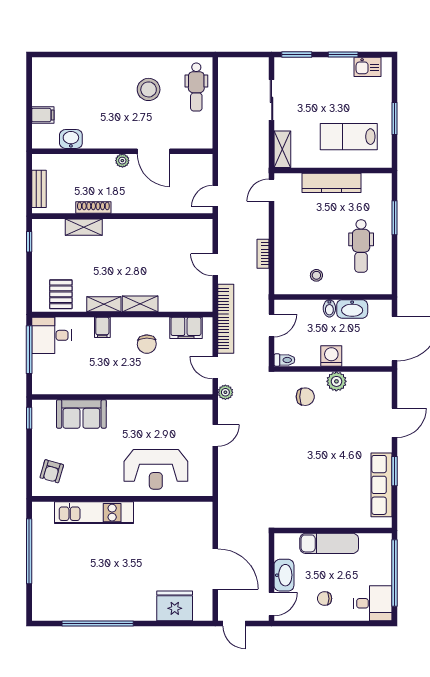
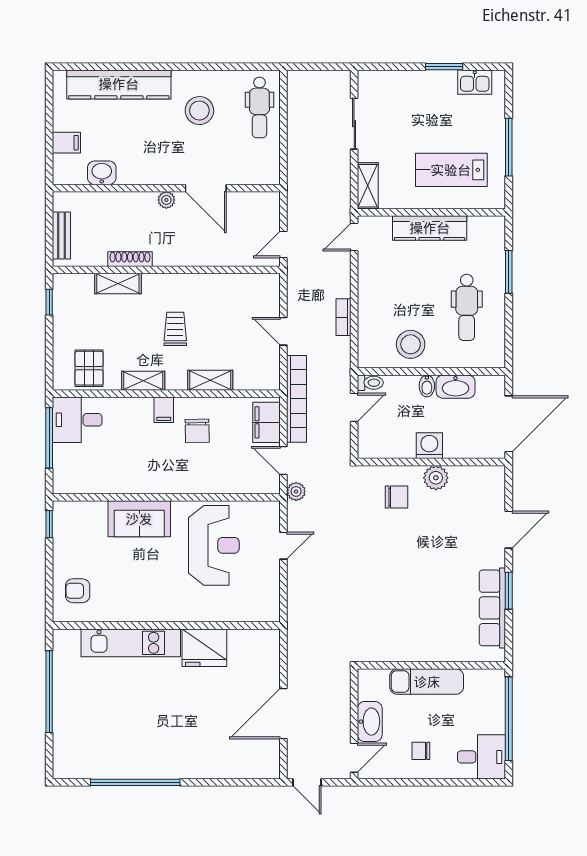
window: (297, 55) -> (386, 67), removed
kitchen counter: (85, 69) -> (119, 84), added
window: (394, 119) -> (509, 147), width x1.44
trolley: (129, 263) -> (175, 329), added
stool: (316, 275) -> (411, 344), width x1.89, depth x1.89
shelving: (140, 304) -> (210, 380), moved
filing cabinet: (102, 327) -> (164, 410), moved
filing cabinet: (186, 328) -> (267, 422), moved, turned 90
toilet: (284, 360) -> (370, 383), moved
sofa: (81, 414) -> (139, 519), moved
reception desk: (156, 469) -> (214, 545), moved, turned -90
armchair: (52, 471) -> (78, 591), turned 74
door: (215, 569) -> (283, 714), swing flipped
fridge: (175, 606) -> (204, 648), moved, turned 180

